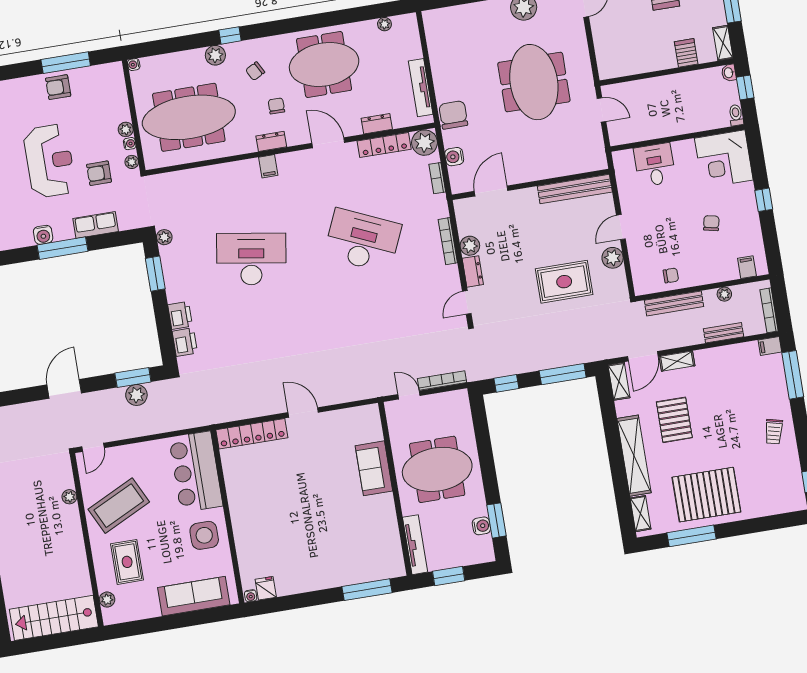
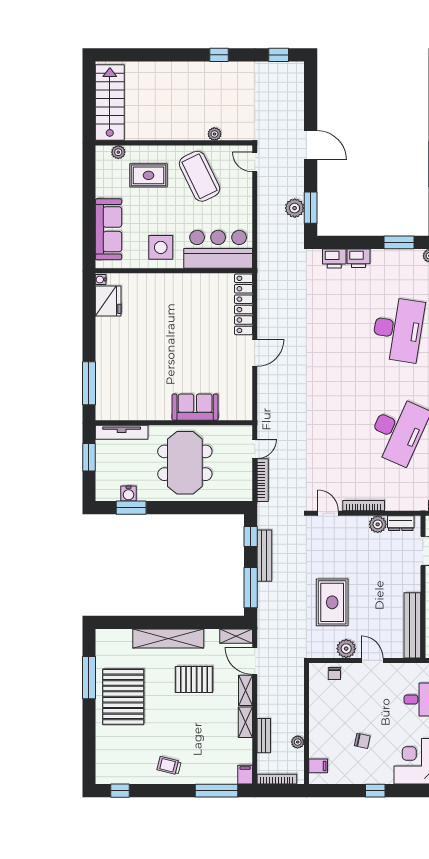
bookcase: (448, 241) -> (364, 506), moved
dresser: (473, 271) -> (401, 523), moved
chair: (671, 275) -> (334, 673), moved
bench: (674, 303) -> (264, 556), moved
shelving: (640, 514) -> (245, 722), moved, turned 90
fridge: (266, 588) -> (108, 301), width x1.88, depth x1.34

